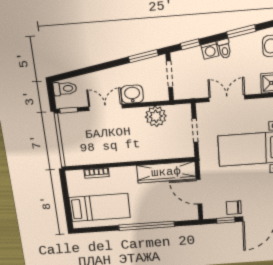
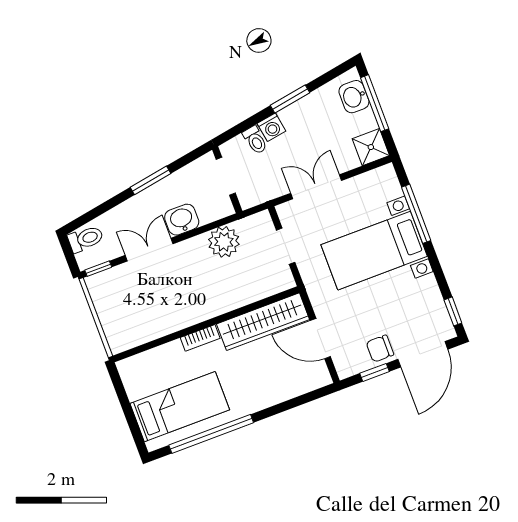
window: (241, 31) -> (290, 99), moved
window: (190, 44) -> (242, 127), removed
toilet: (224, 49) -> (255, 140), moved
window: (143, 56) -> (151, 180), moved
bookcase: (97, 173) -> (200, 338), moved
window: (147, 226) -> (211, 434), moved

